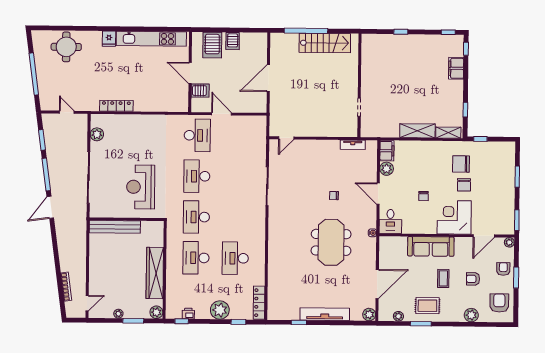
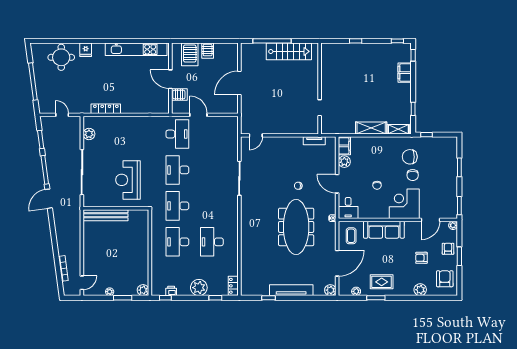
fridge: (109, 39) -> (86, 50), moved
meeting table: (331, 242) -> (296, 227), width x1.36
wardrobe: (155, 273) -> (141, 255), removed
coffee table: (443, 278) -> (351, 236), moved
locker: (259, 303) -> (233, 286), width x0.66

